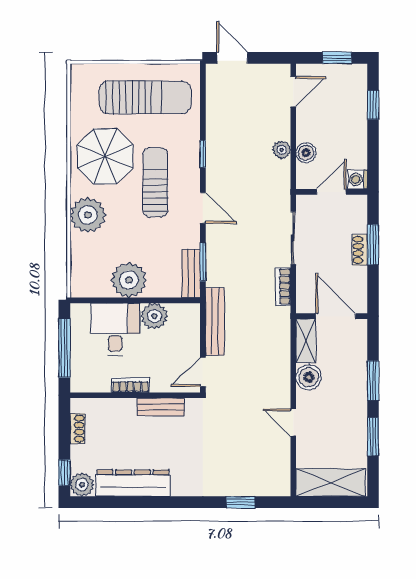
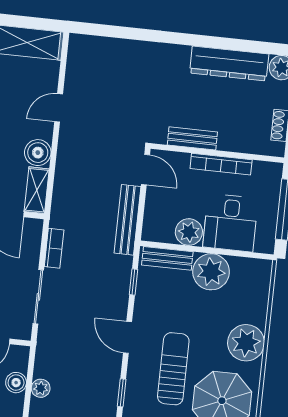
sun lounger: (155, 182) -> (173, 369), turned 180
window: (203, 262) -> (133, 282), width x0.67
bench: (191, 273) -> (167, 258), moved, turned 90
door: (203, 372) -> (145, 170), hinge flipped
bookcase: (130, 385) -> (221, 164), width x1.56
door: (293, 423) -> (59, 108), swing flipped
window: (241, 502) -> (121, 32), removed

